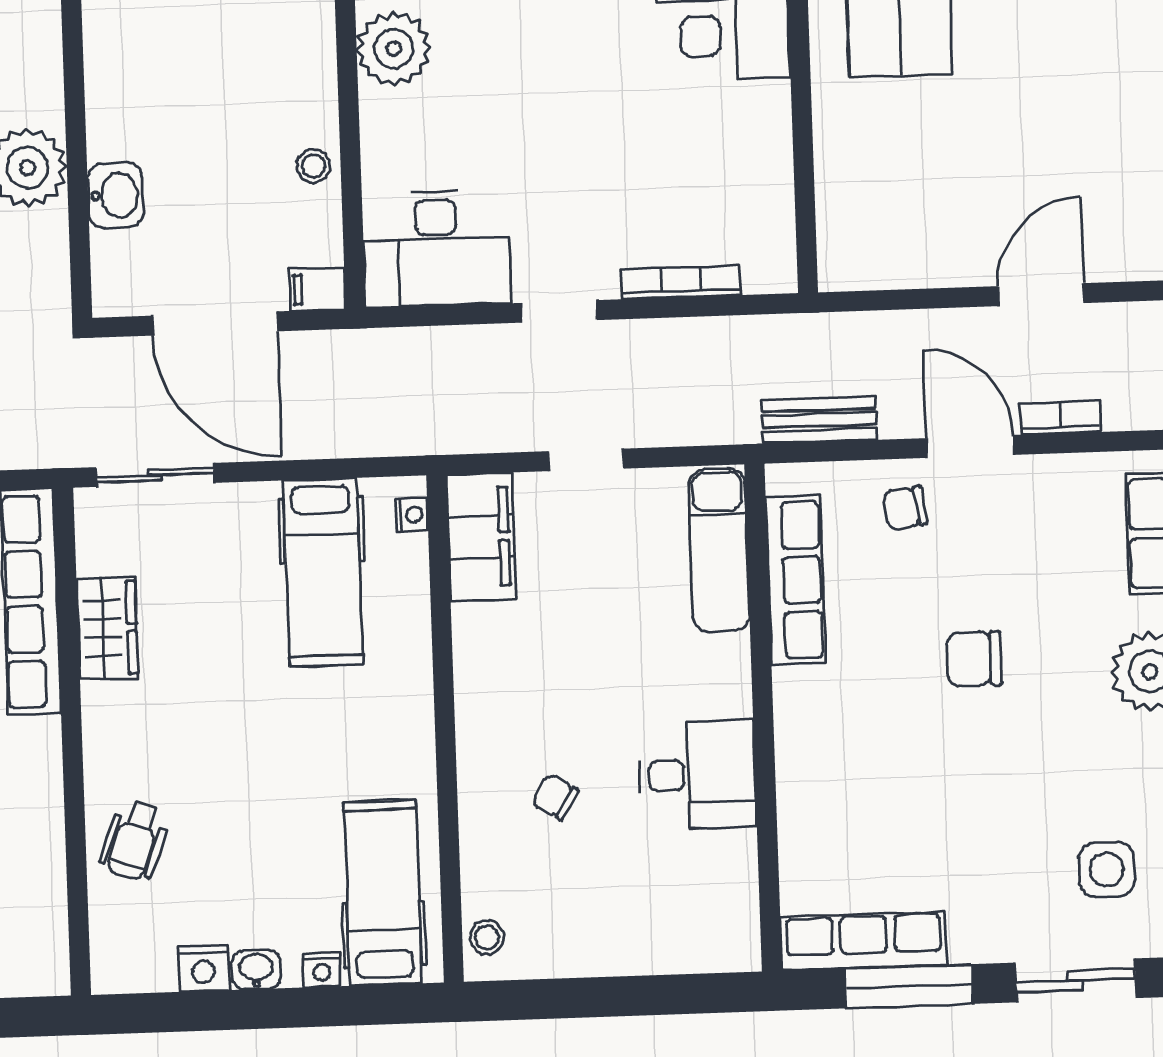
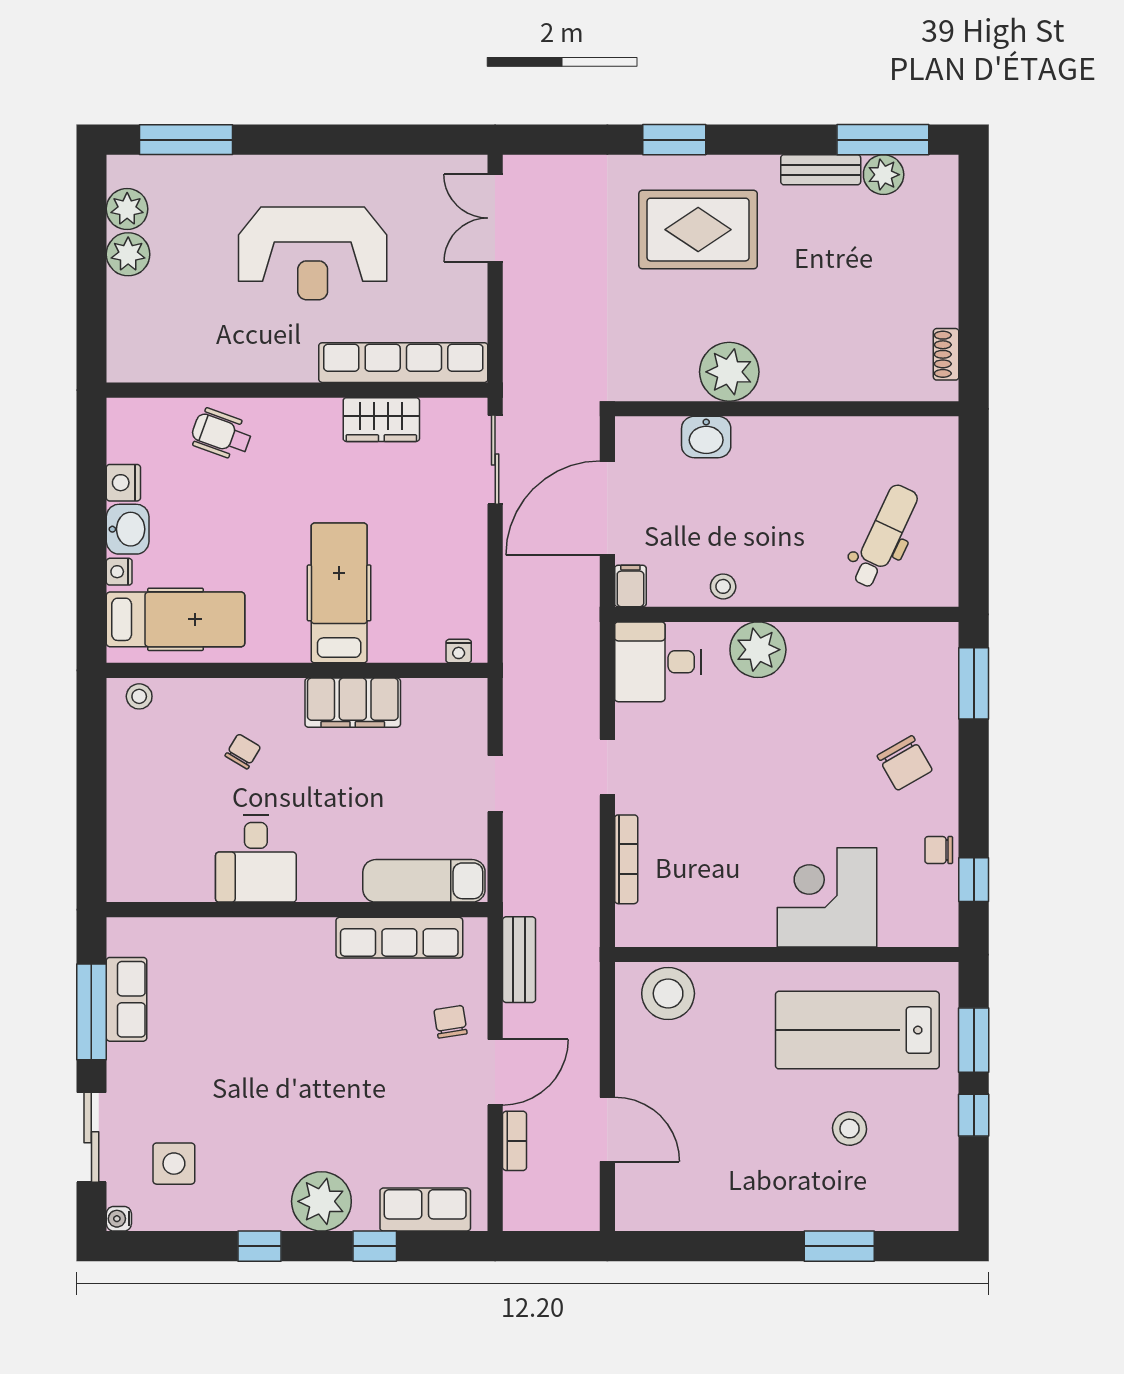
plant: (394, 49) -> (758, 650), moved
stool: (857, 220) -> (668, 993), added
desk: (437, 248) -> (658, 662), width x0.73
filing cabinet: (481, 537) -> (353, 703), moved
hospital bed: (323, 572) -> (339, 593), moved, turned 90
chair: (974, 659) -> (336, 1070), removed
row of seats: (864, 941) -> (127, 999), width x0.68
washbasin: (256, 970) -> (128, 529), width x1.38, depth x1.45

